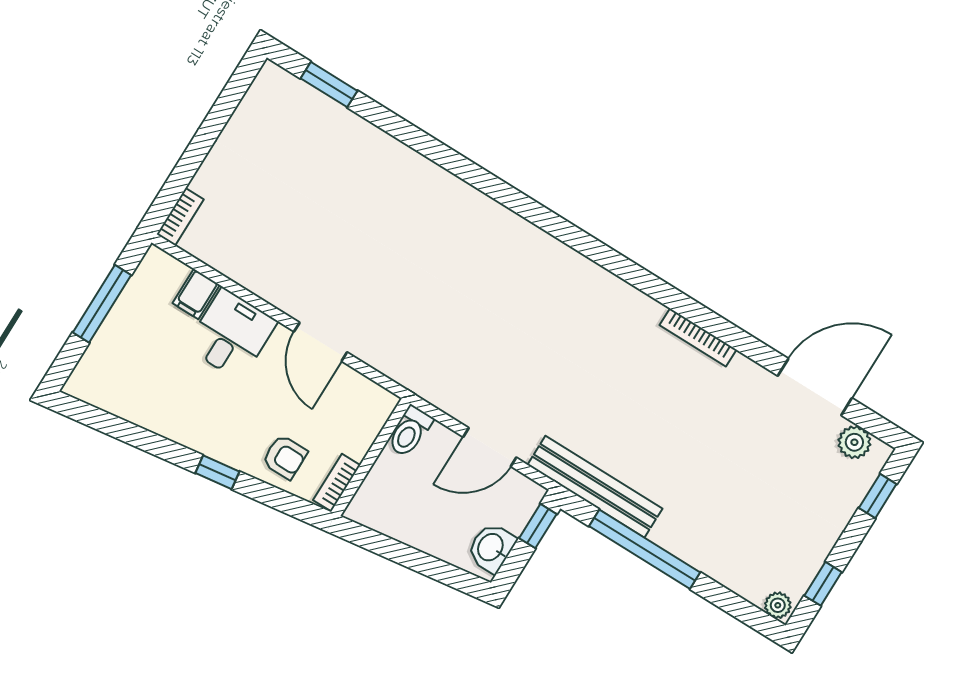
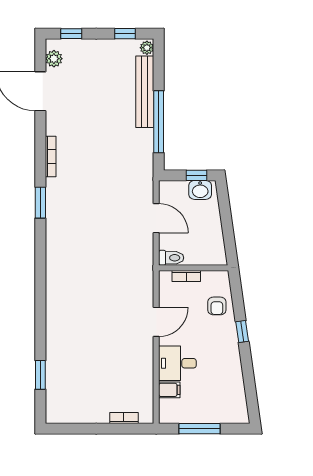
window: (329, 85) -> (40, 375), moved
bookcase: (180, 217) -> (124, 418), moved
window: (633, 274) -> (40, 203), added
armchair: (285, 457) -> (217, 306), turned 180
bookcase: (337, 483) -> (186, 276), moved
bench: (595, 487) -> (145, 92), moved
window: (538, 526) -> (196, 175), moved

